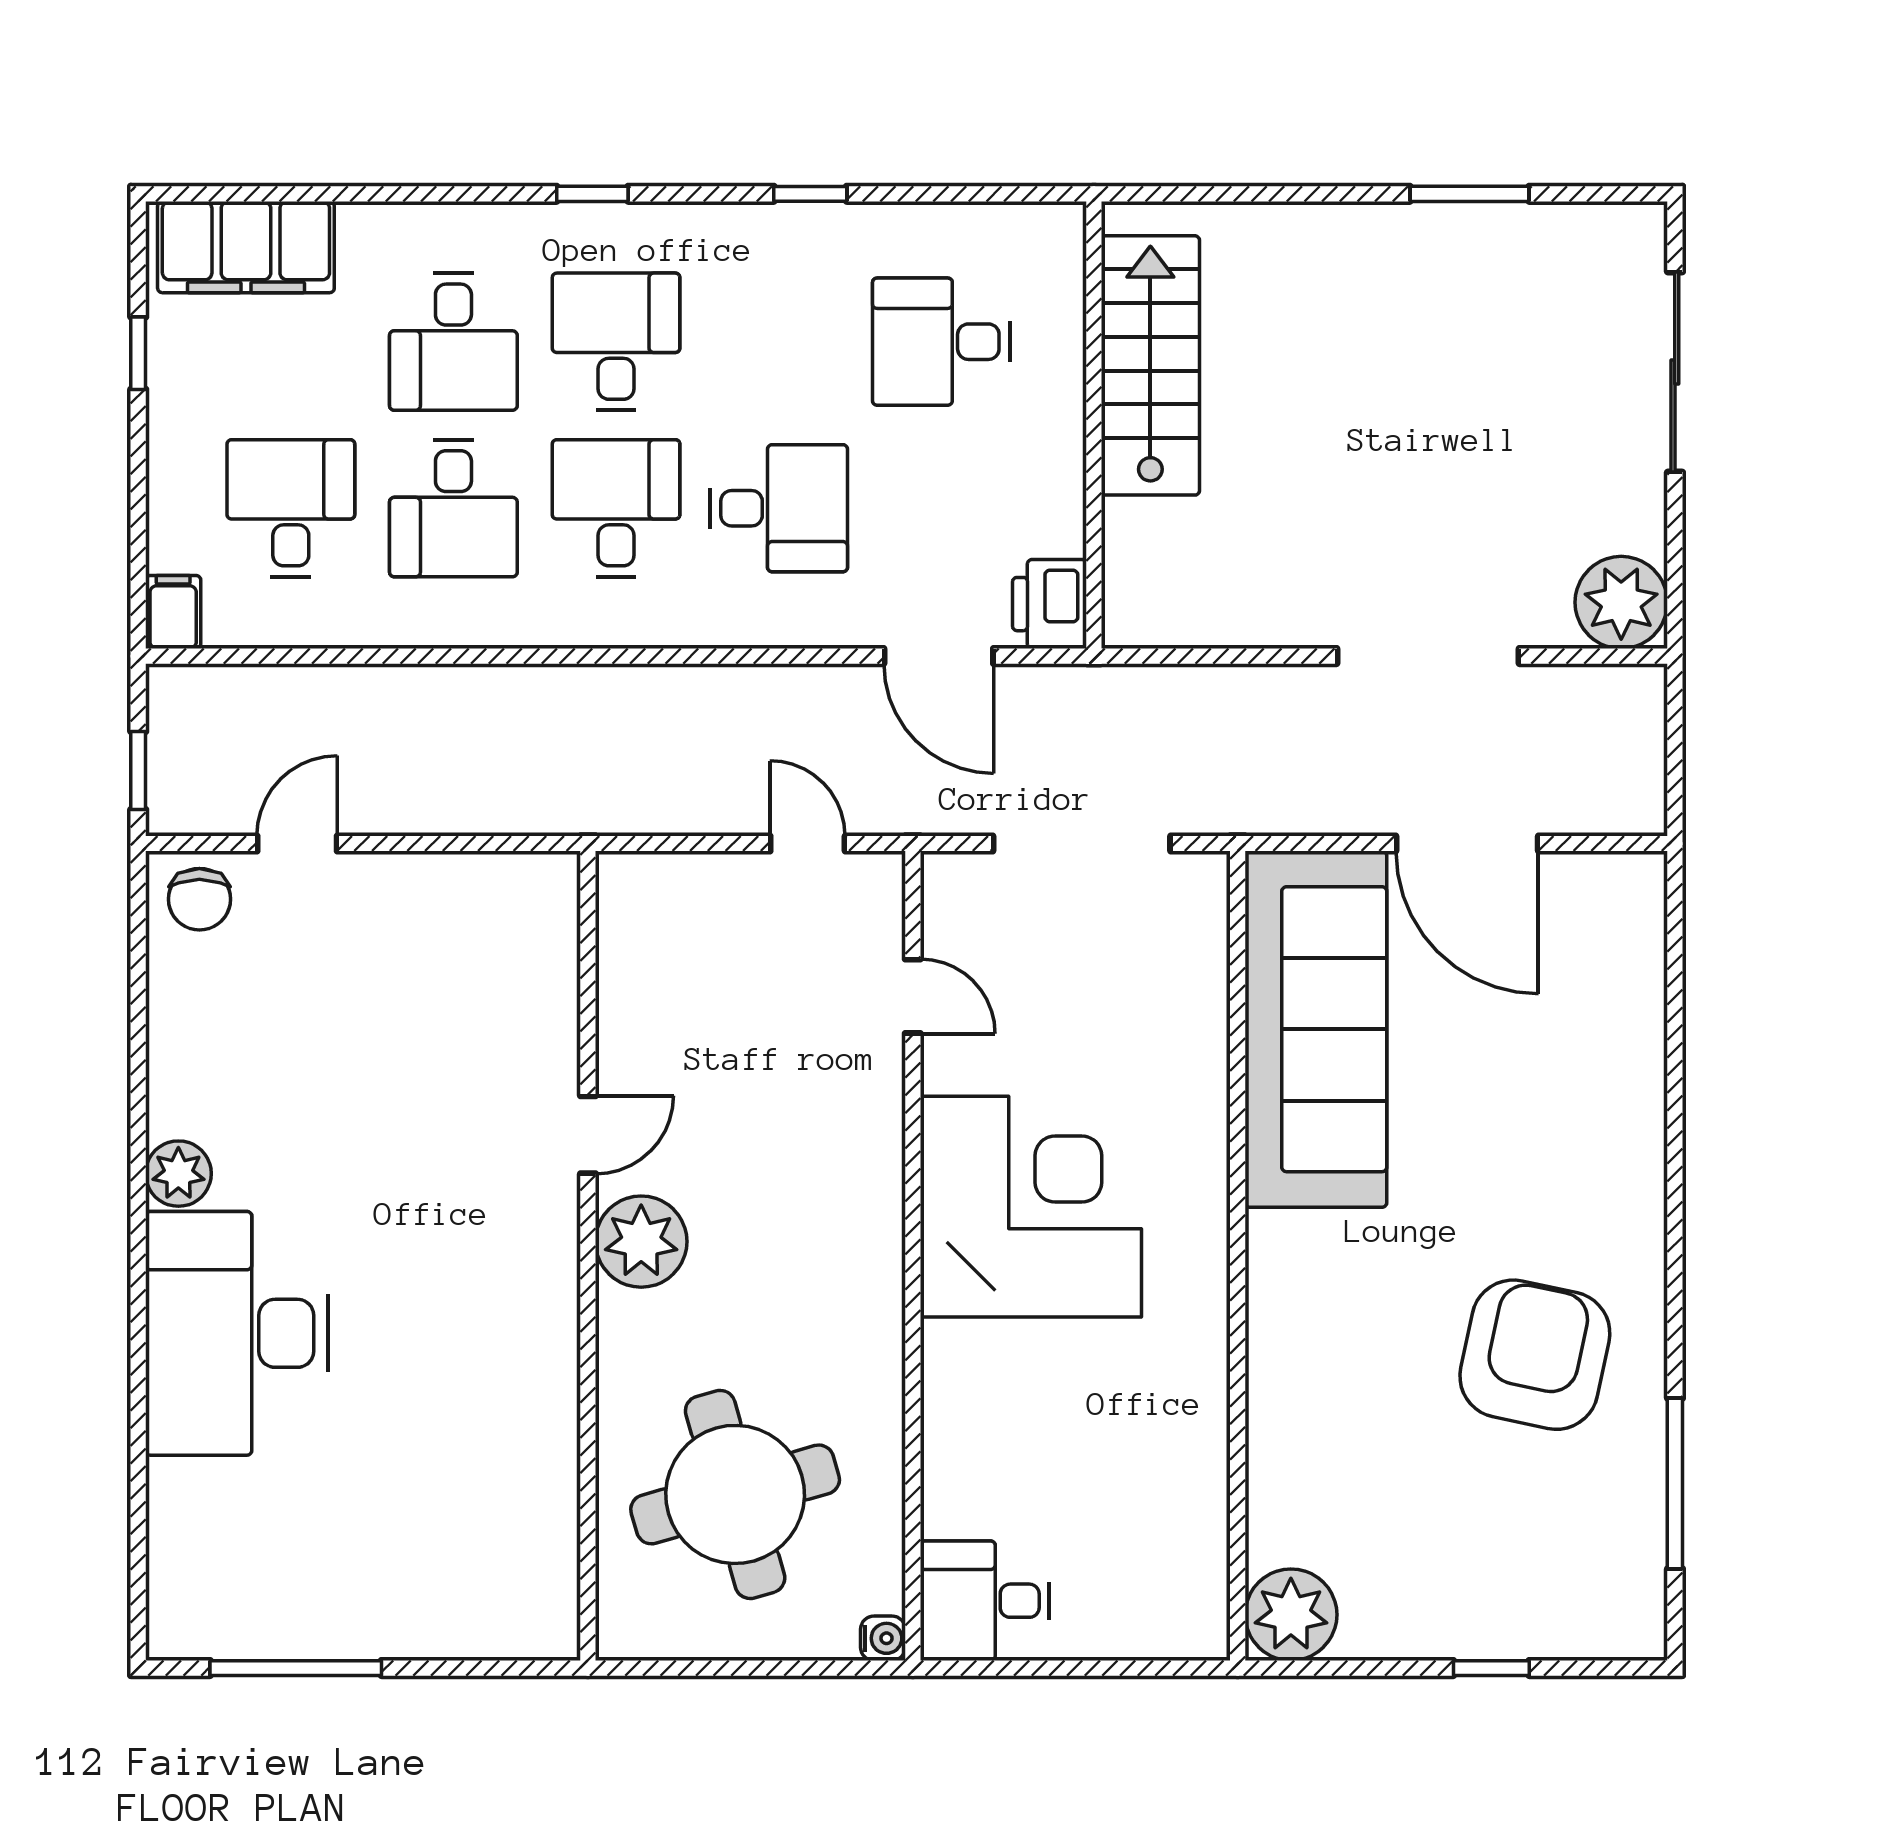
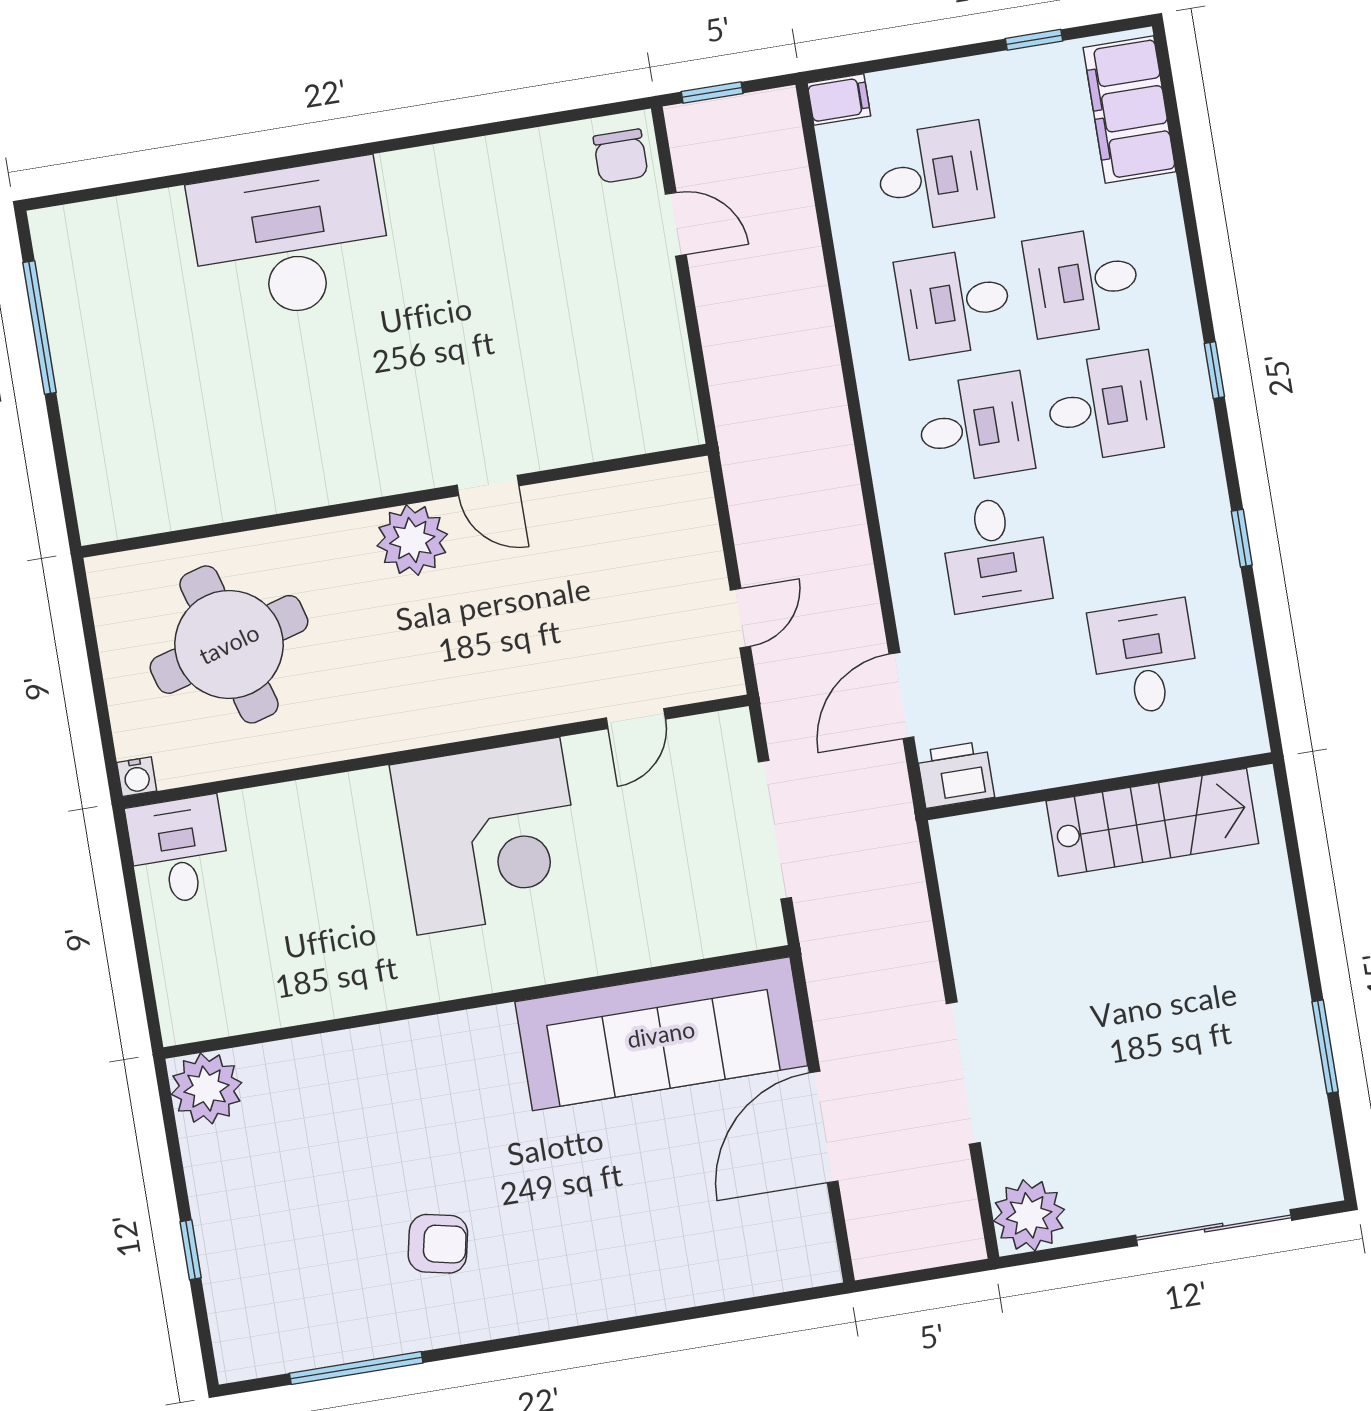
chair: (199, 899) -> (621, 156), turned -90
plant: (178, 1174) -> (406, 174), removed
armchair: (1535, 1355) -> (438, 1244), width x0.53, depth x0.53

